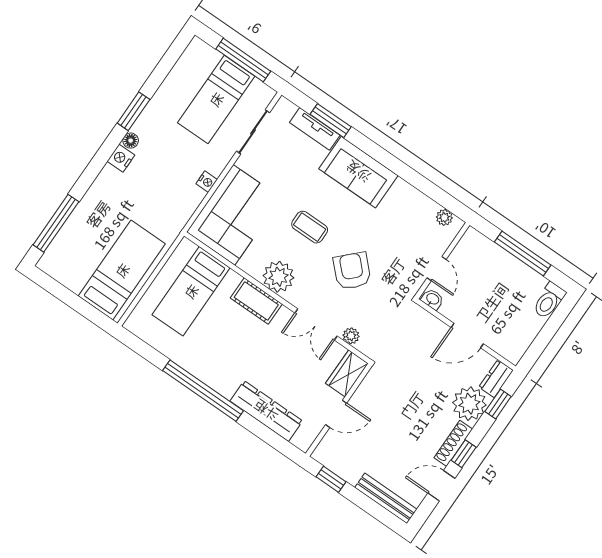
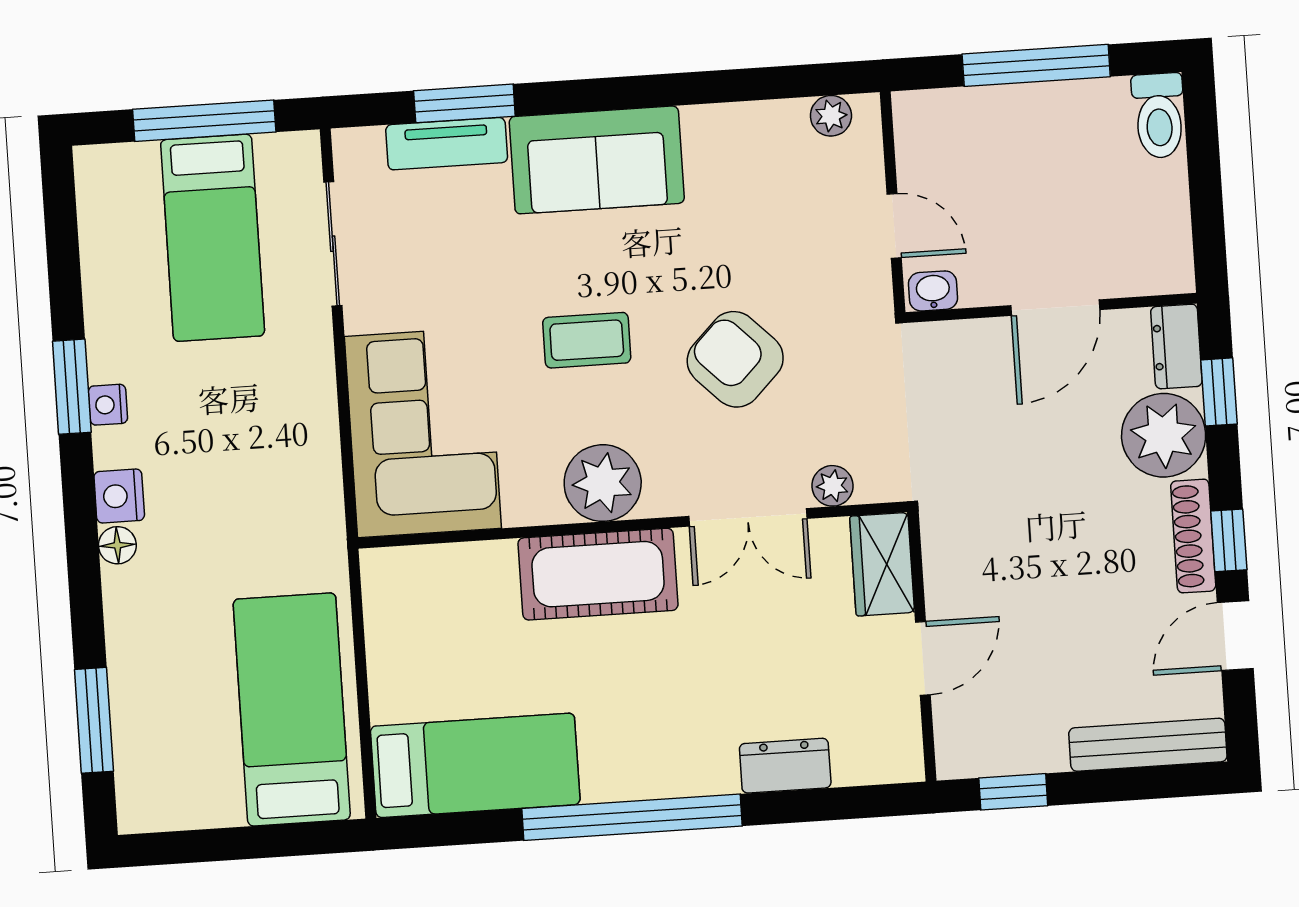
floor lamp: (131, 141) -> (117, 545), moved
nightstand: (207, 182) -> (108, 405), moved, turned 180
window: (56, 223) -> (94, 720), width x0.69
bed: (191, 291) -> (475, 765), moved, turned -90
cot: (256, 301) -> (598, 574), width x1.37, depth x1.34
dresser: (266, 411) -> (785, 766), width x0.51, depth x0.80

